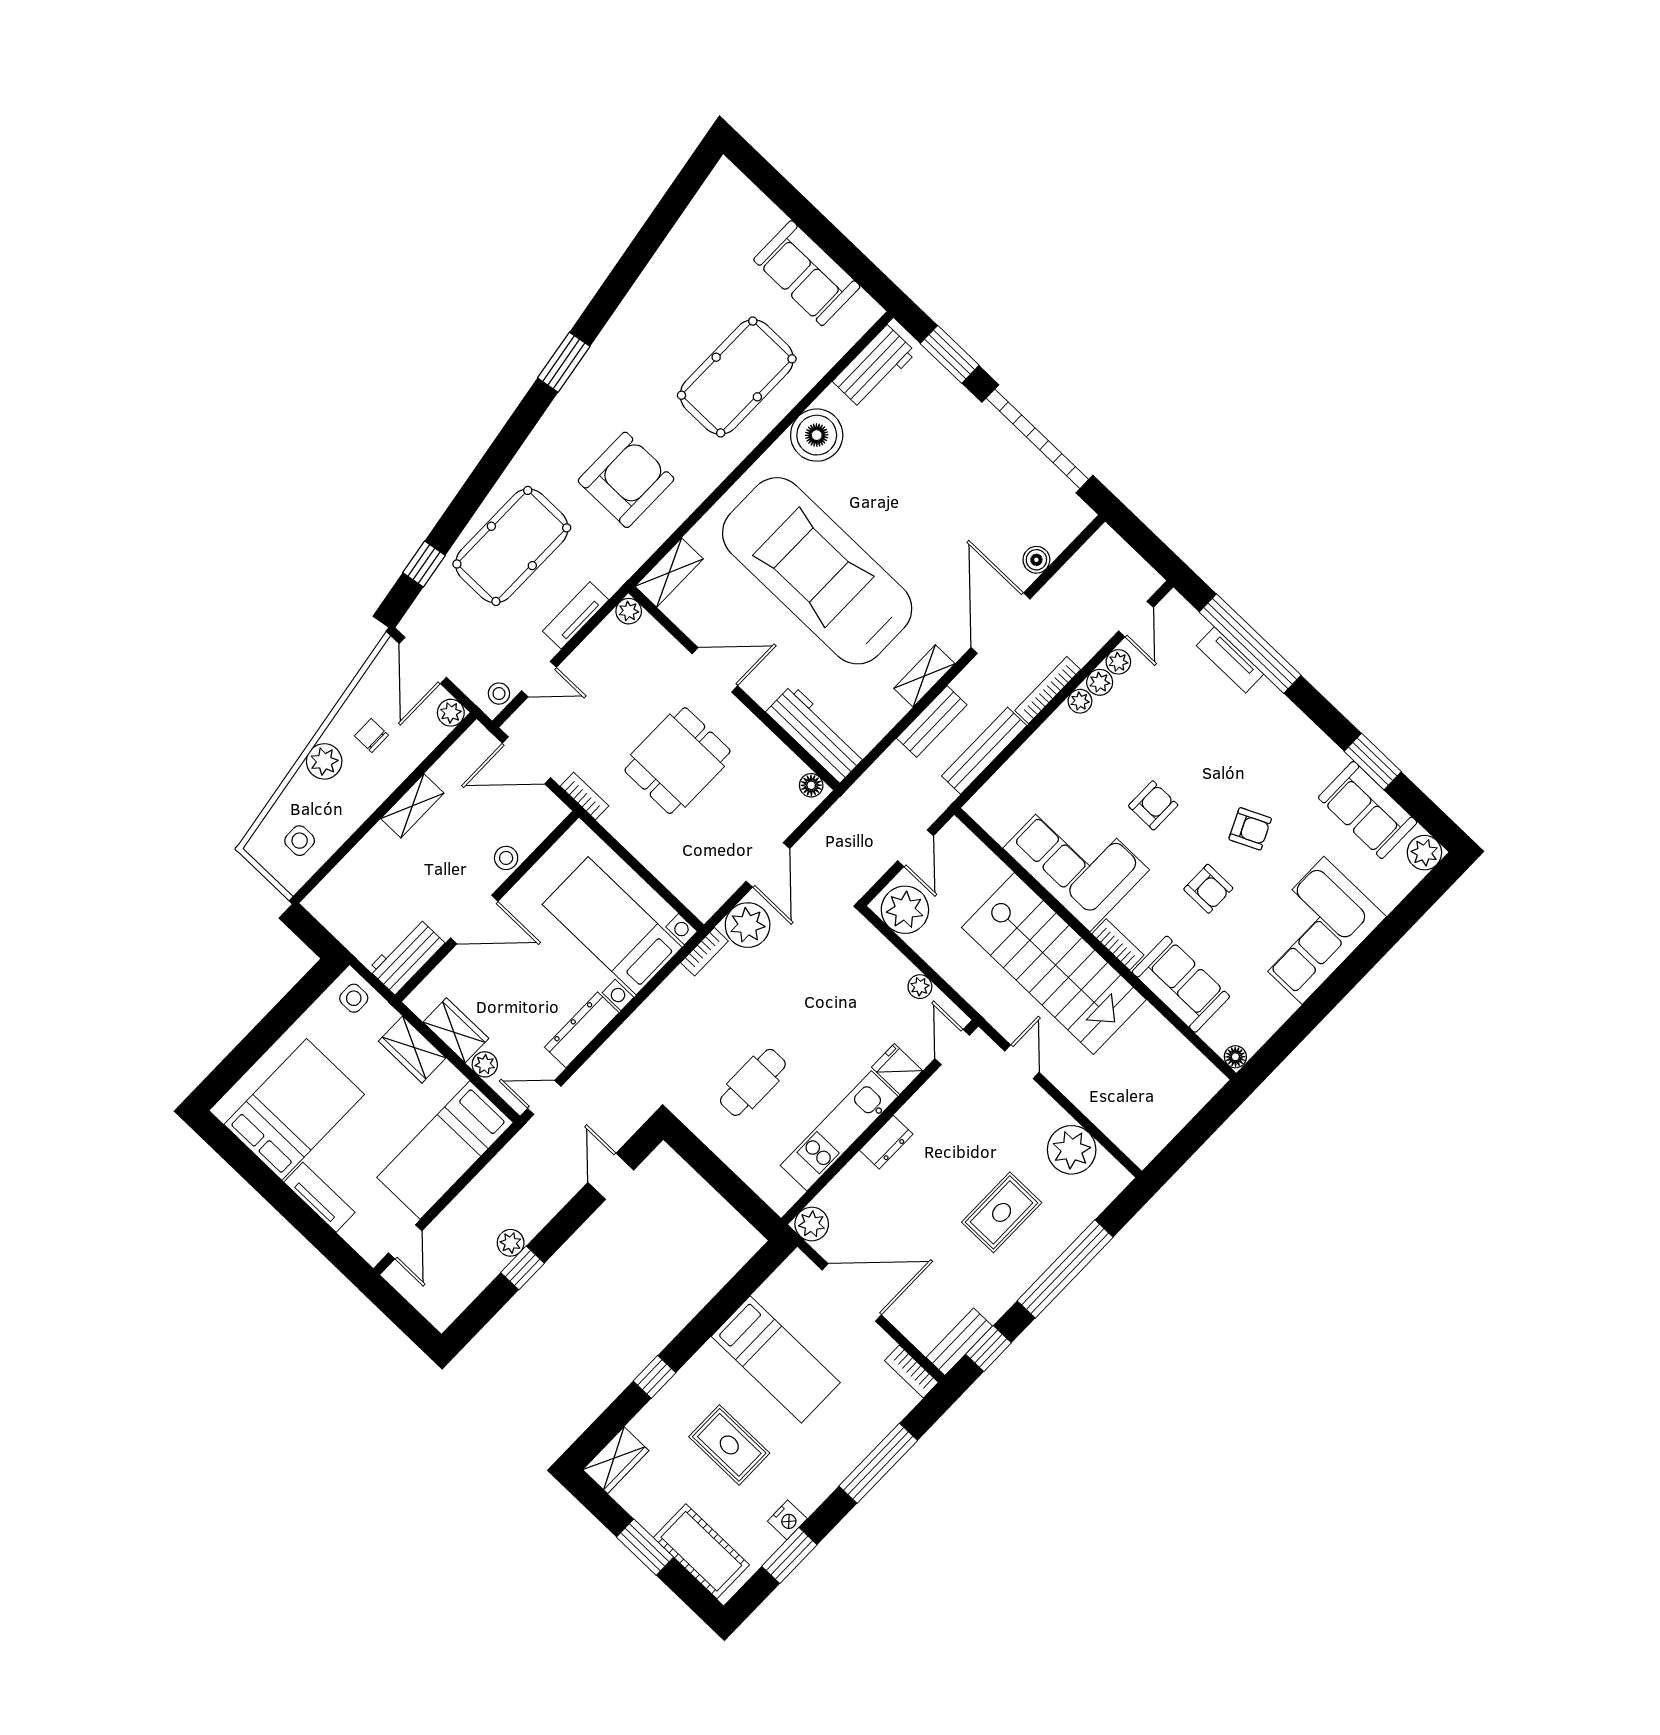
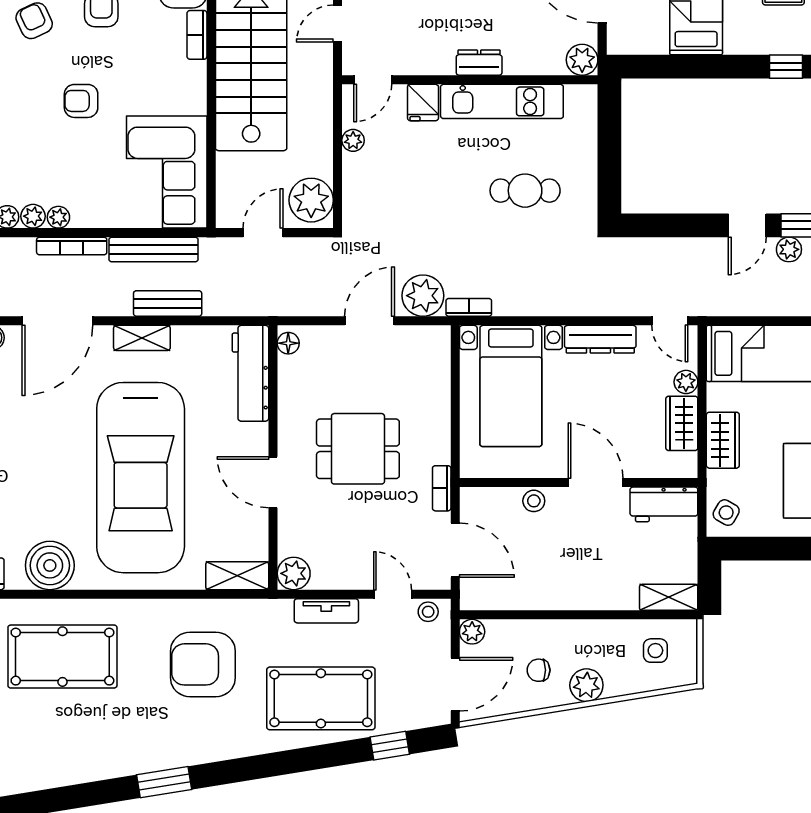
plant: (629, 611) -> (294, 573), width x1.38, depth x1.38
chair: (371, 735) -> (539, 670), turned 90
shelving: (412, 806) -> (669, 597), moved
corner sofa: (1076, 859) -> (167, 172), moved
side table: (354, 998) -> (726, 513), turned 30
door: (611, 1176) -> (747, 225), moved

